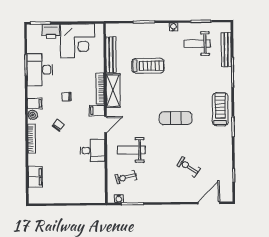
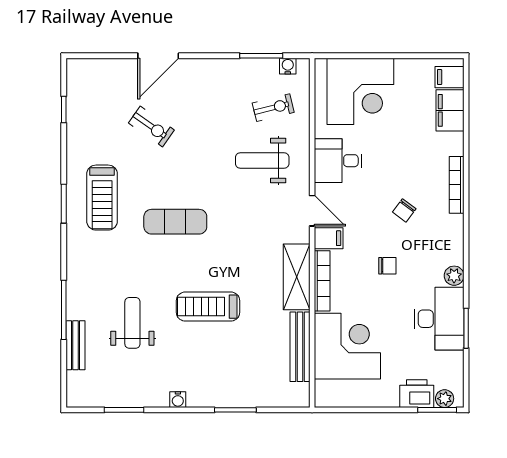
plant: (37, 29) -> (445, 399), added
corner desk: (78, 41) -> (347, 346), moved, turned 90
weight bench: (197, 44) -> (132, 323), moved, turned -90
bench: (226, 50) -> (75, 345), width x0.73
treadmill: (148, 66) -> (208, 307), moved
filing cabinet: (35, 103) -> (450, 77), moved
treadmill: (220, 109) -> (102, 198), moved
plant: (33, 115) -> (454, 276), moved
door: (106, 125) -> (312, 211), swing flipped
weight bench: (131, 150) -> (262, 161), turned 180
corner desk: (81, 186) -> (360, 91), added
door: (209, 203) -> (158, 56), moved

